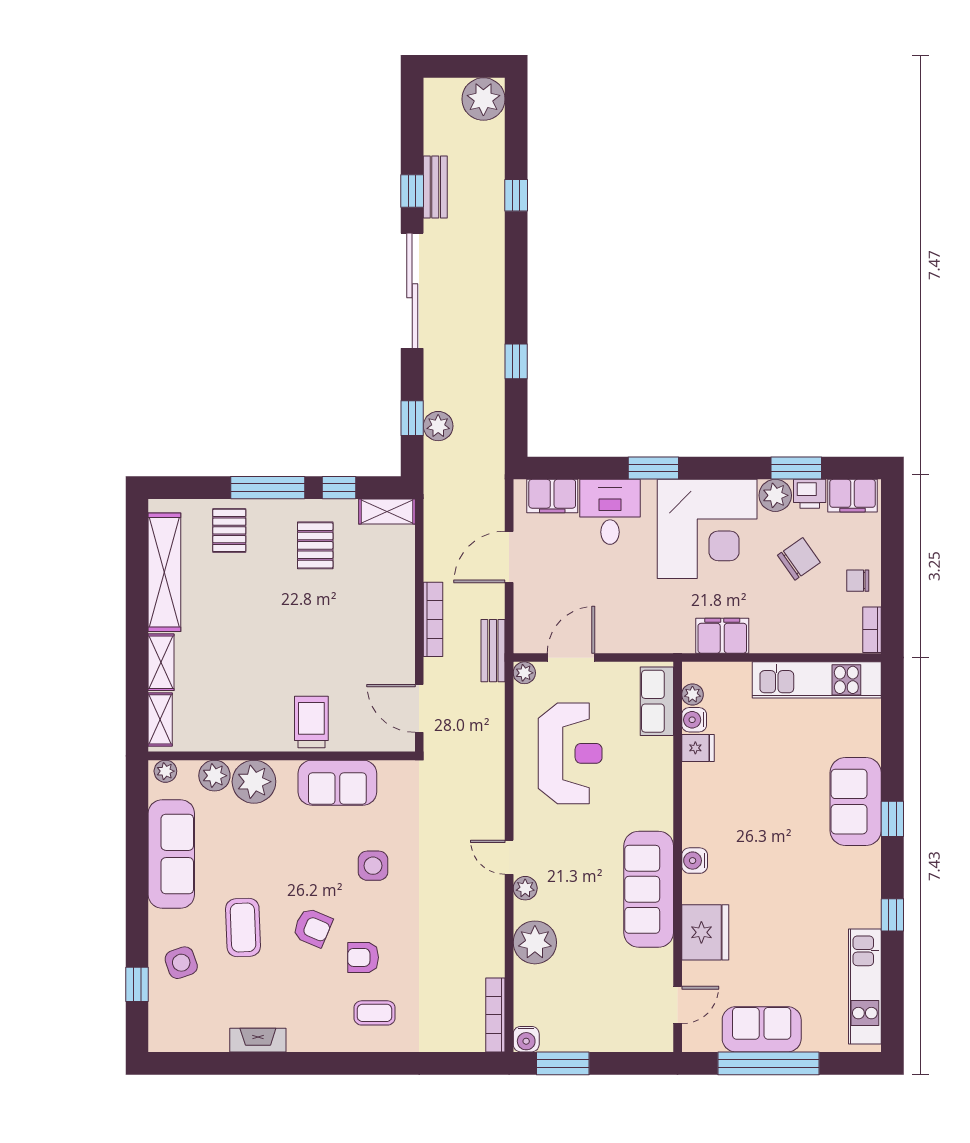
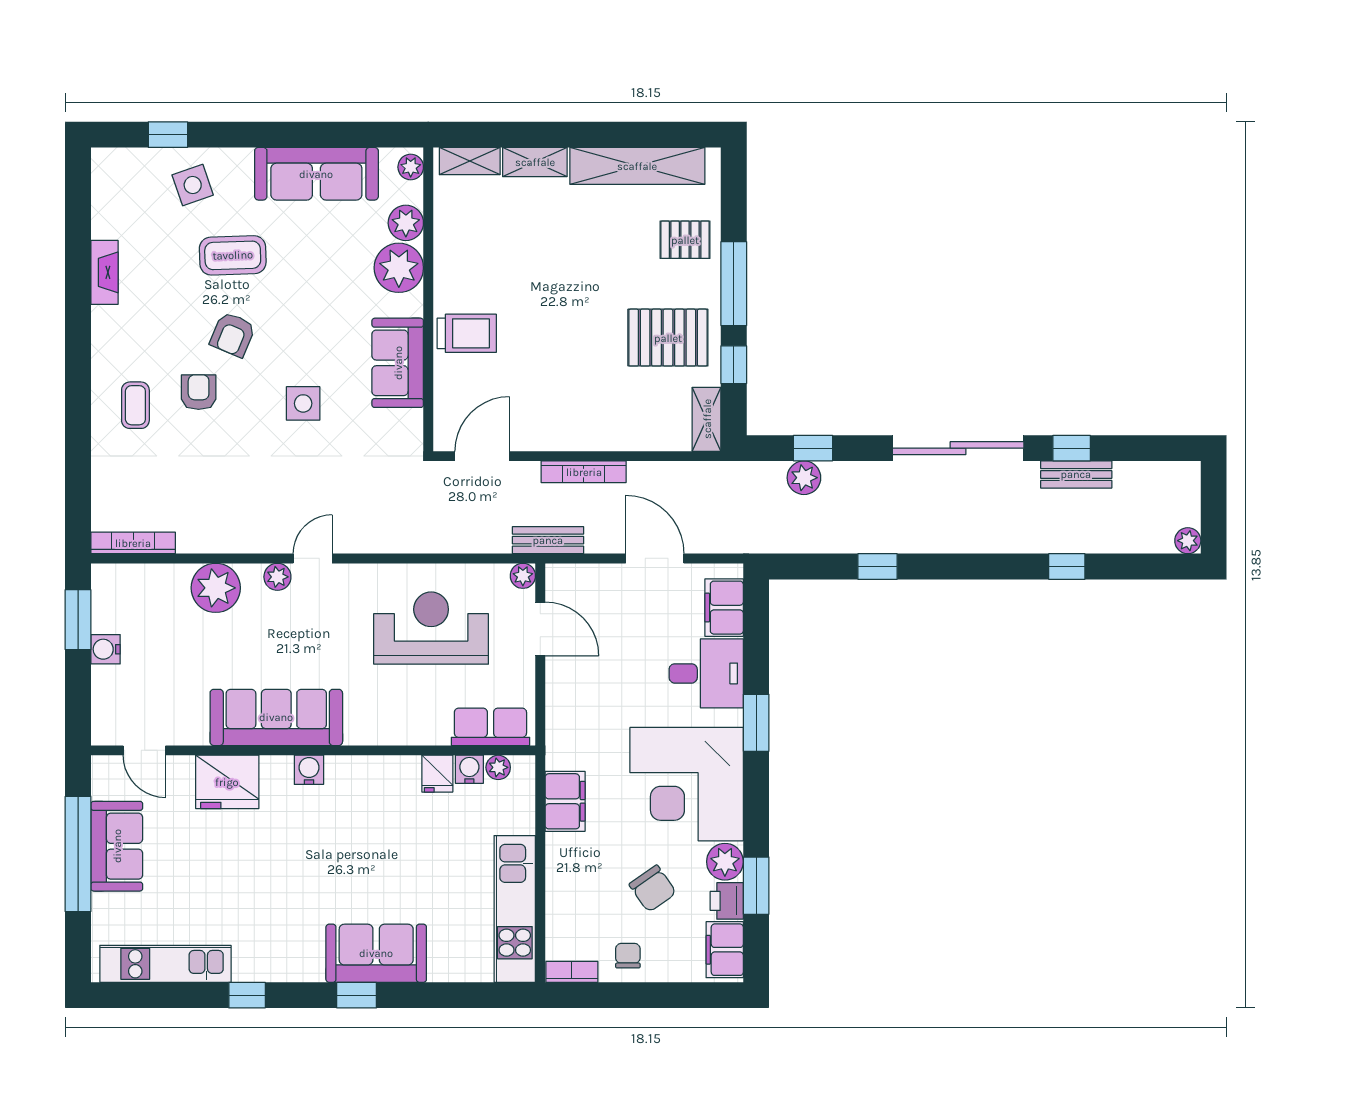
plant: (483, 99) -> (1188, 541), width x0.53, depth x0.53
pallet: (315, 545) -> (668, 338), width x1.50, depth x1.42
reception desk: (570, 753) -> (431, 628), turned 180
water cooler: (526, 1039) -> (106, 649), moved

